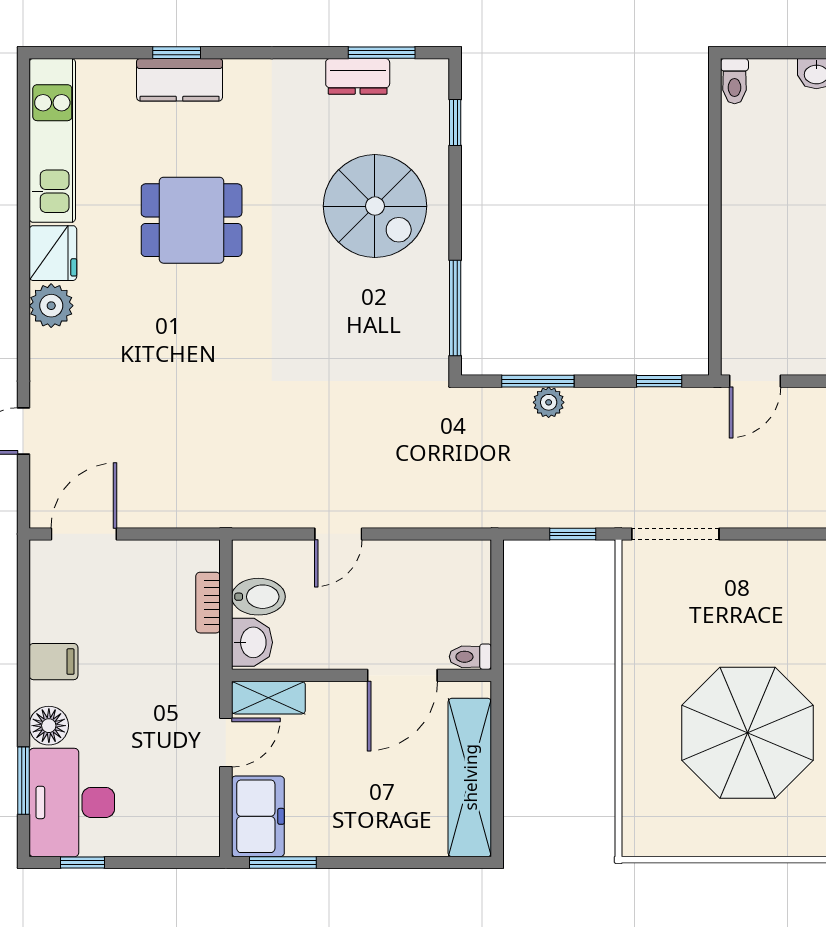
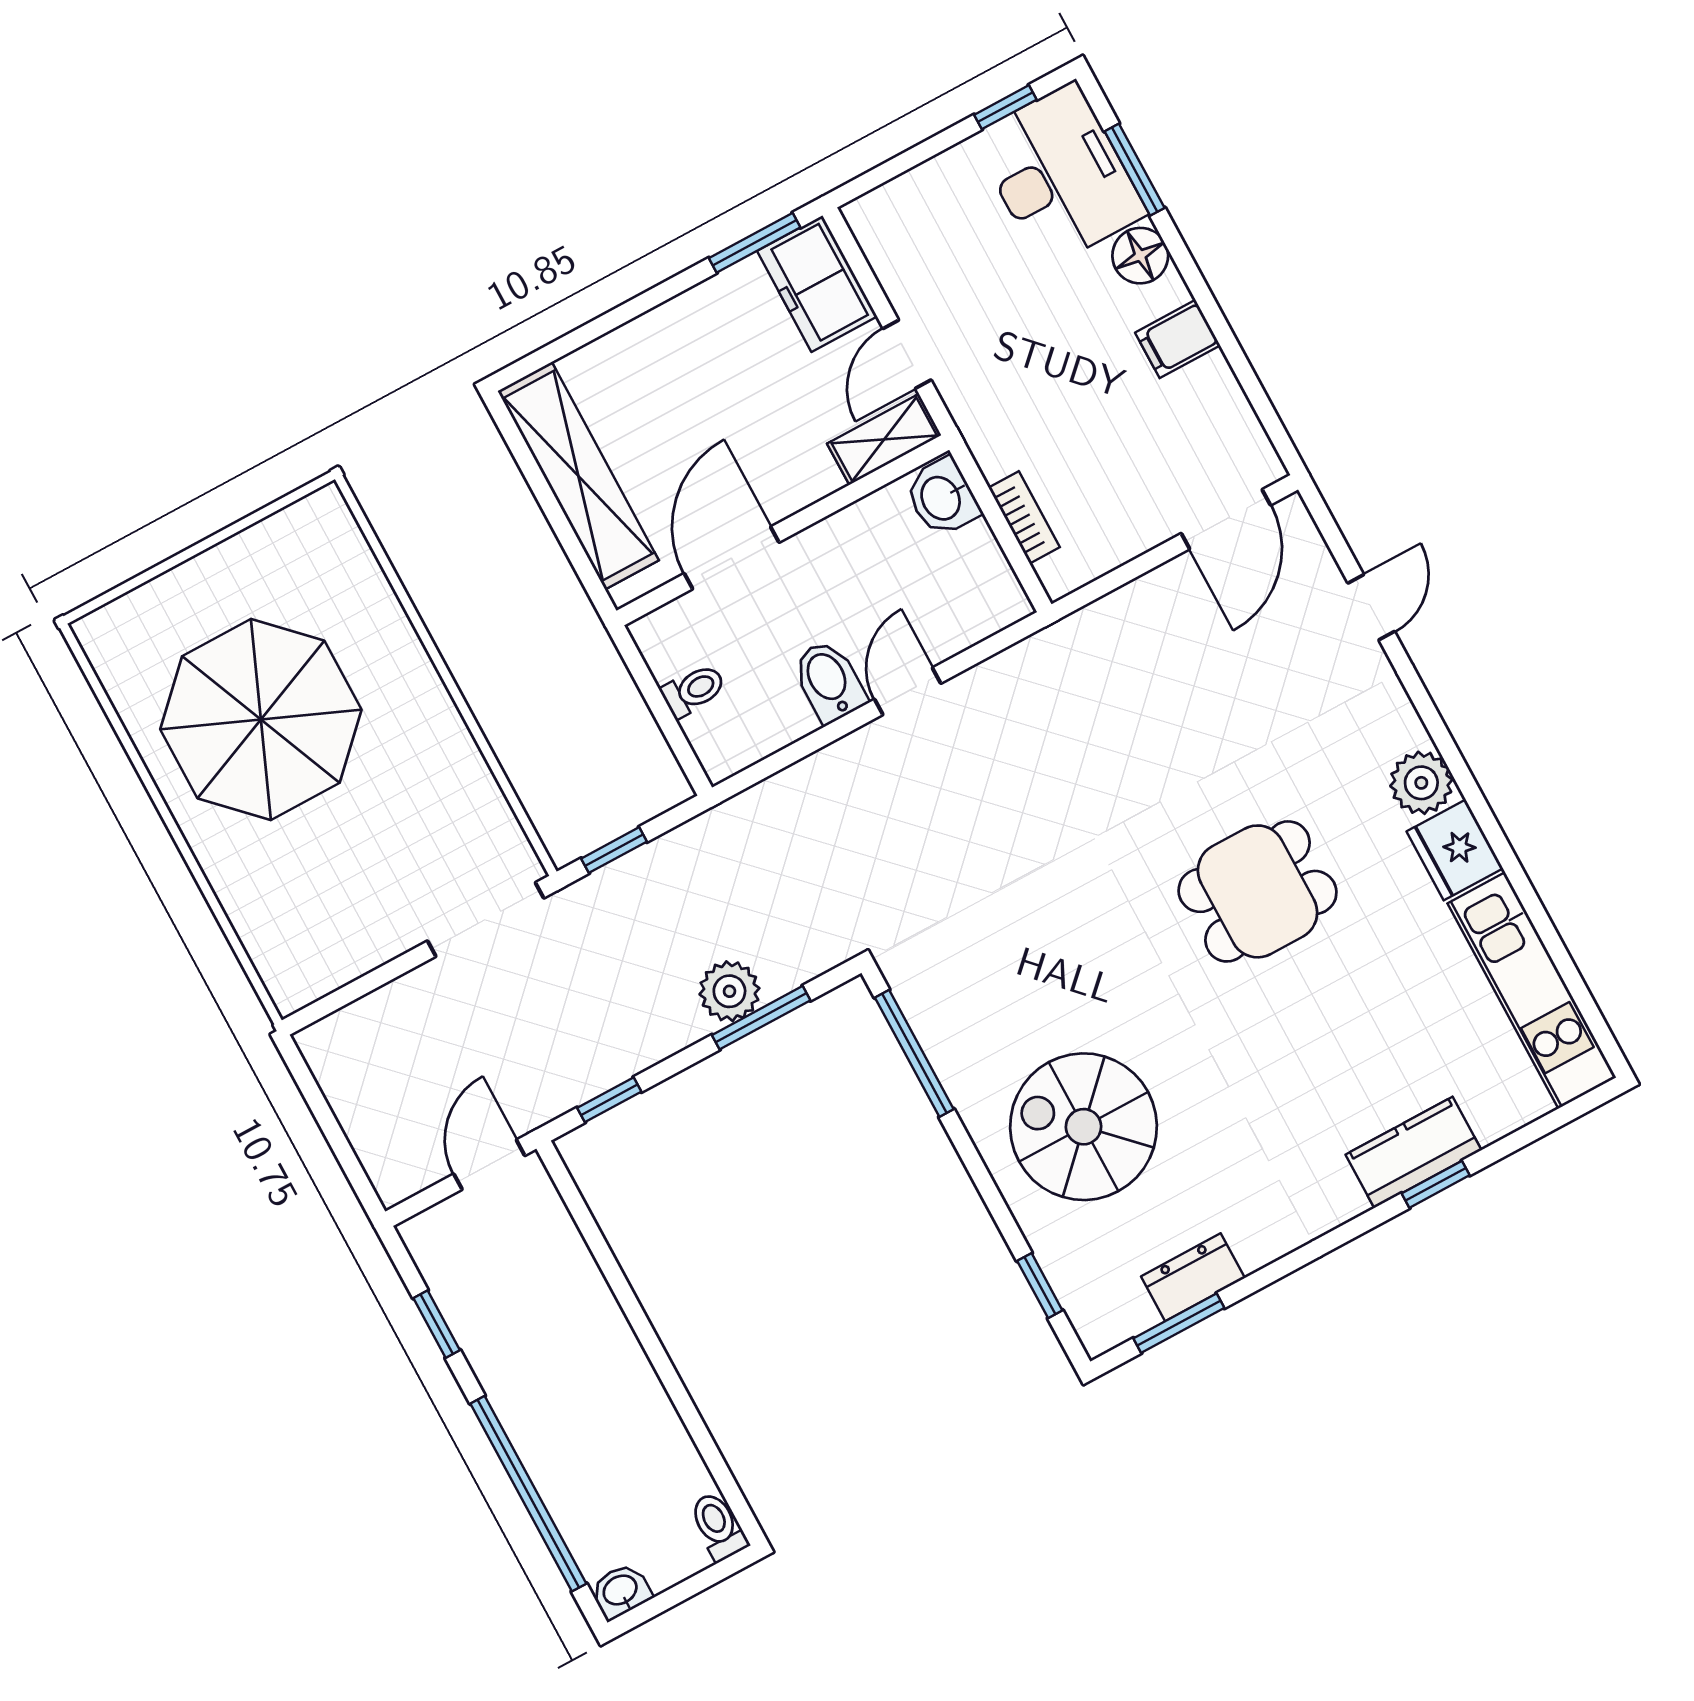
dining table: (192, 220) -> (1258, 891), moved
plant: (549, 402) -> (729, 991), width x1.38, depth x1.38
bidet: (258, 597) -> (829, 681), moved, turned 90
toilet: (470, 657) -> (693, 690), moved

